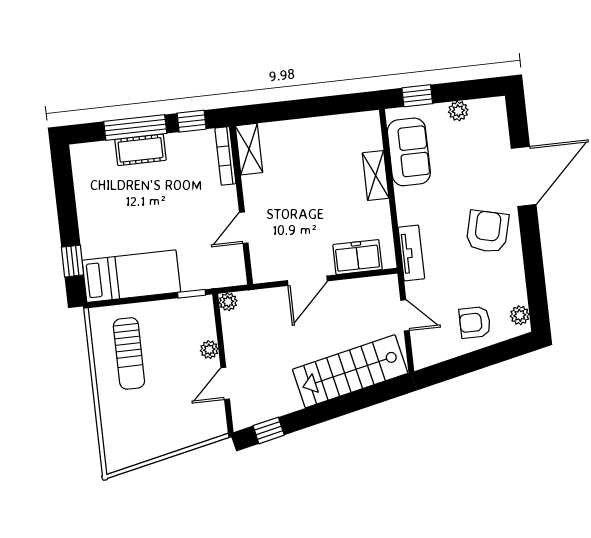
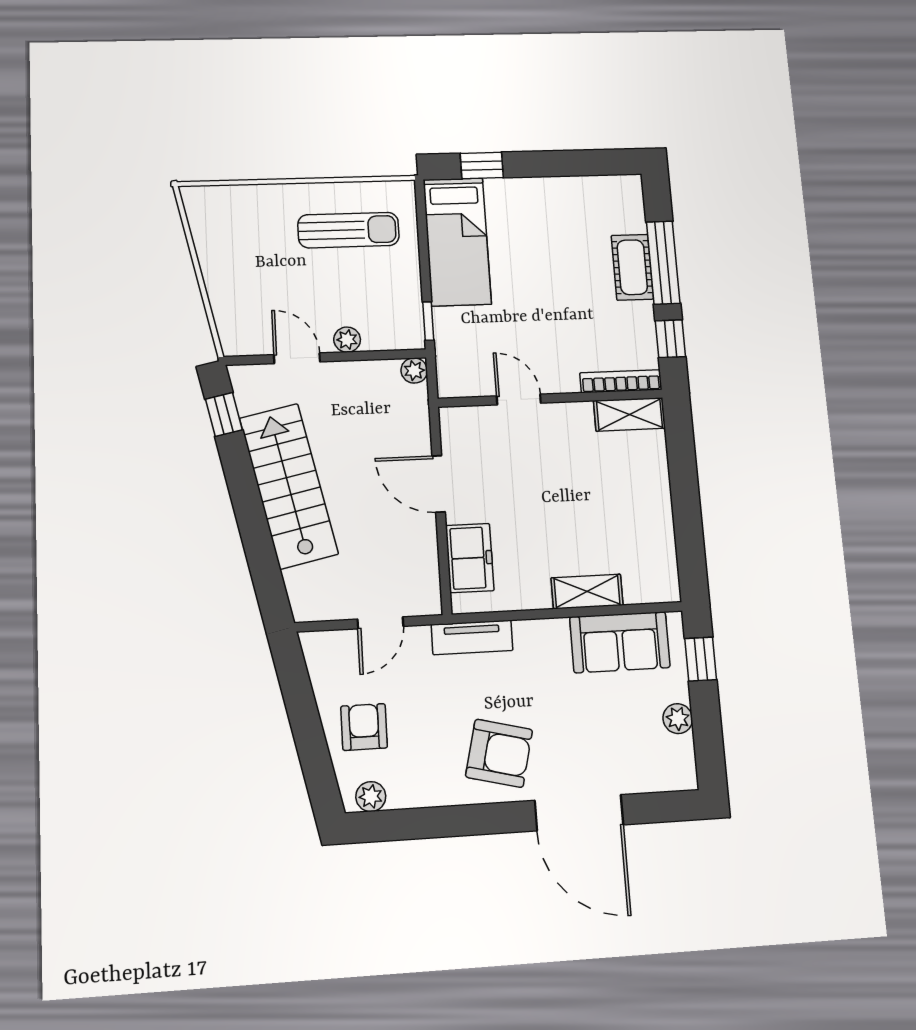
sun lounger: (129, 353) -> (348, 230), turned 180
stairs: (350, 371) -> (289, 486), moved

